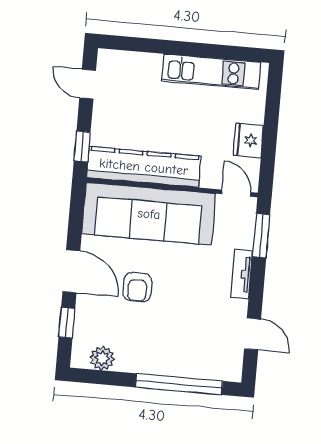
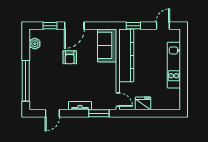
kitchen unit: (211, 72) -> (174, 65), moved
door: (236, 193) -> (118, 100), hinge flipped
sofa: (149, 214) -> (107, 45), width x0.54, depth x0.79
armchair: (137, 287) -> (70, 57), turned -90

